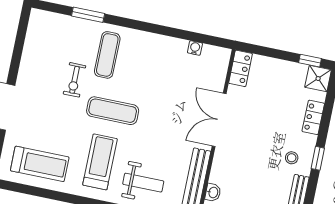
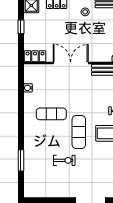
exercise mat: (107, 55) -> (51, 114), moved
window: (310, 61) -> (21, 27), moved
double door: (219, 120) -> (71, 63), swing flipped

